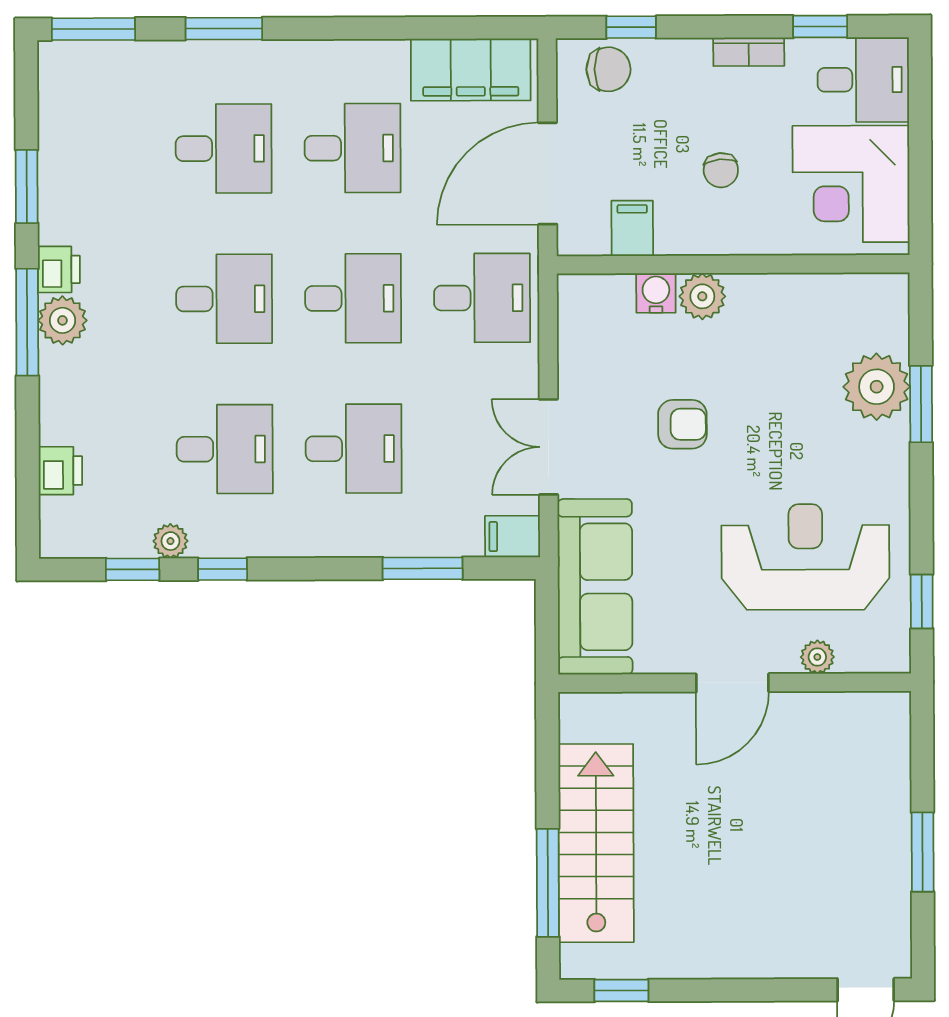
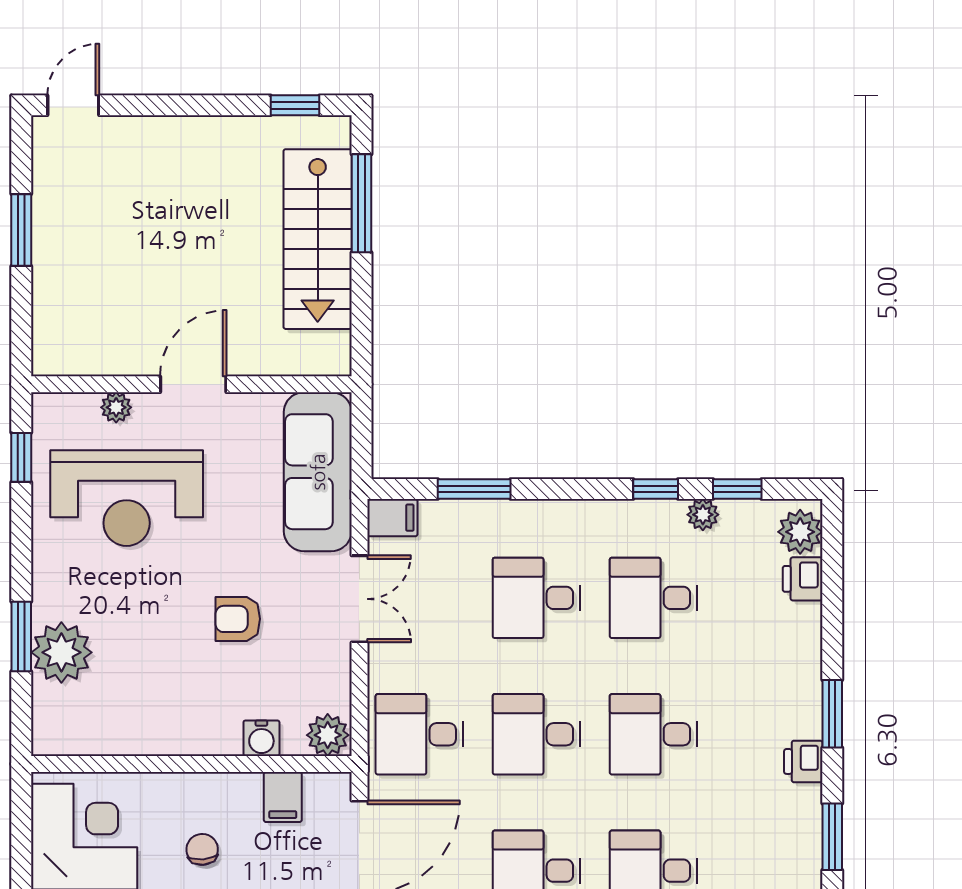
plant: (702, 296) -> (328, 735), moved
plant: (62, 320) -> (800, 532), moved
window: (27, 322) -> (832, 714), width x0.69

